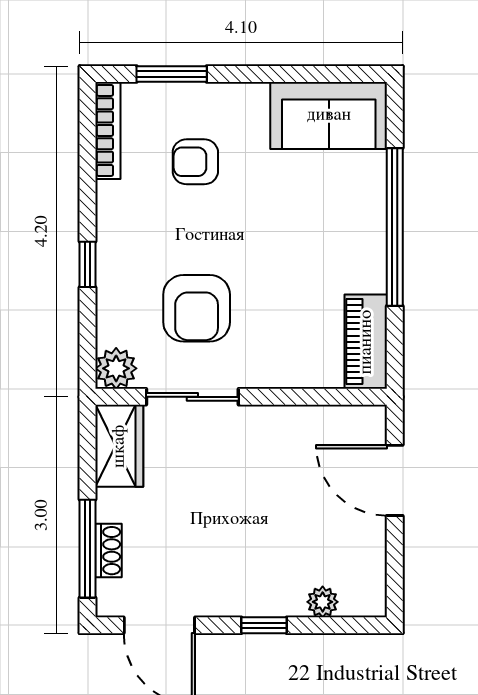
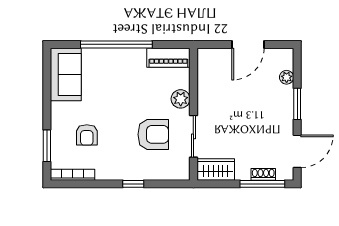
plant: (116, 368) -> (181, 99), moved
door: (395, 480) -> (248, 44), moved
window: (264, 625) -> (297, 104), width x1.50

